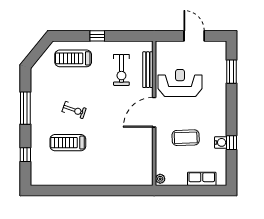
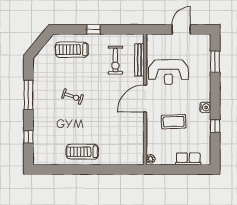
door: (194, 36) -> (181, 29), hinge flipped
reception desk: (180, 83) -> (169, 72), turned 180
water cooler: (221, 142) -> (205, 107), moved
treadmill: (68, 143) -> (82, 152), moved

